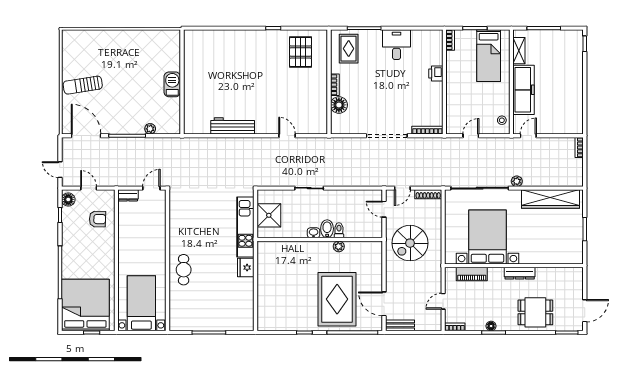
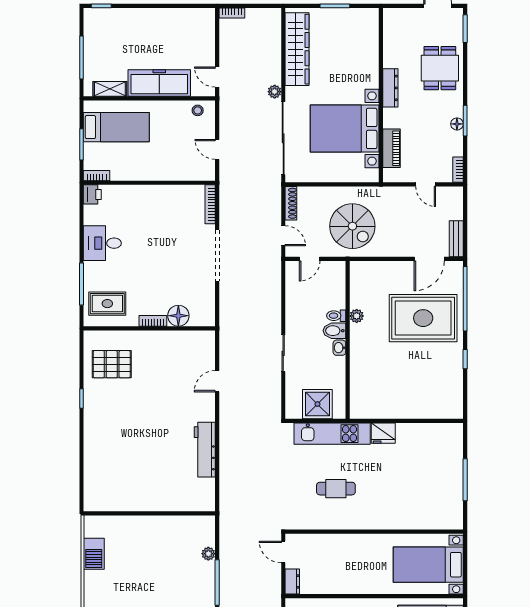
printer: (436, 74) -> (92, 194), moved, turned -90
barbecue: (172, 84) -> (94, 554), moved, turned -90
cafe table: (184, 270) -> (336, 489), moved

